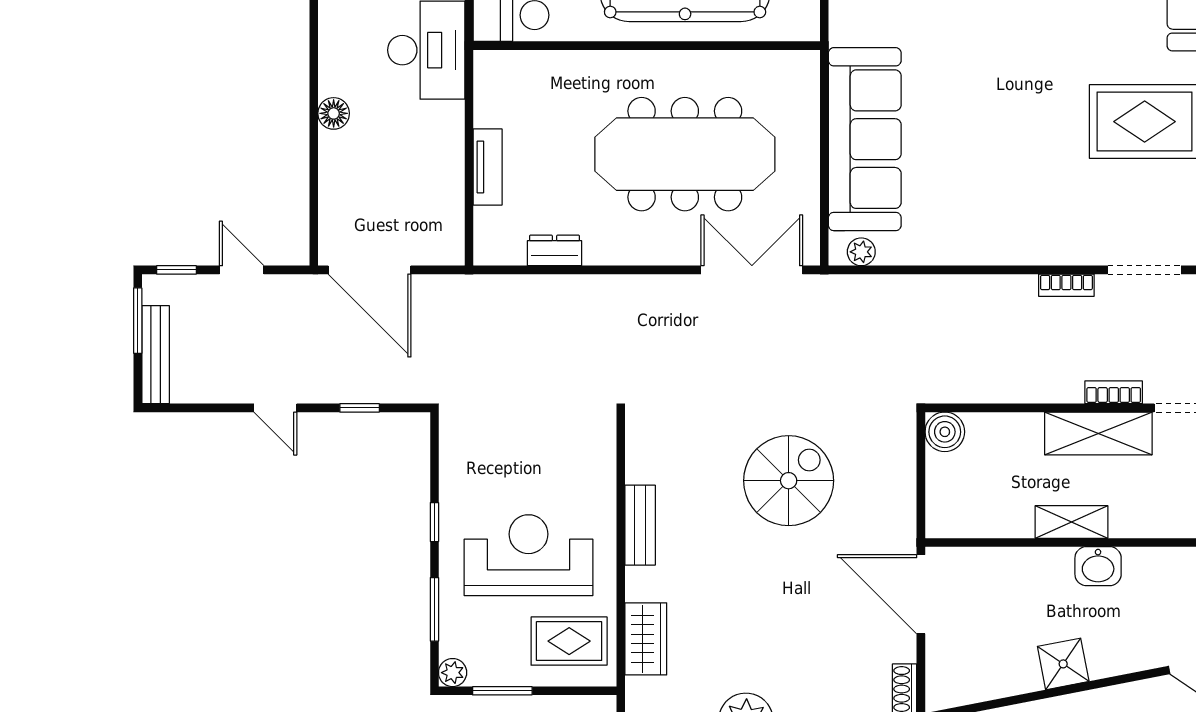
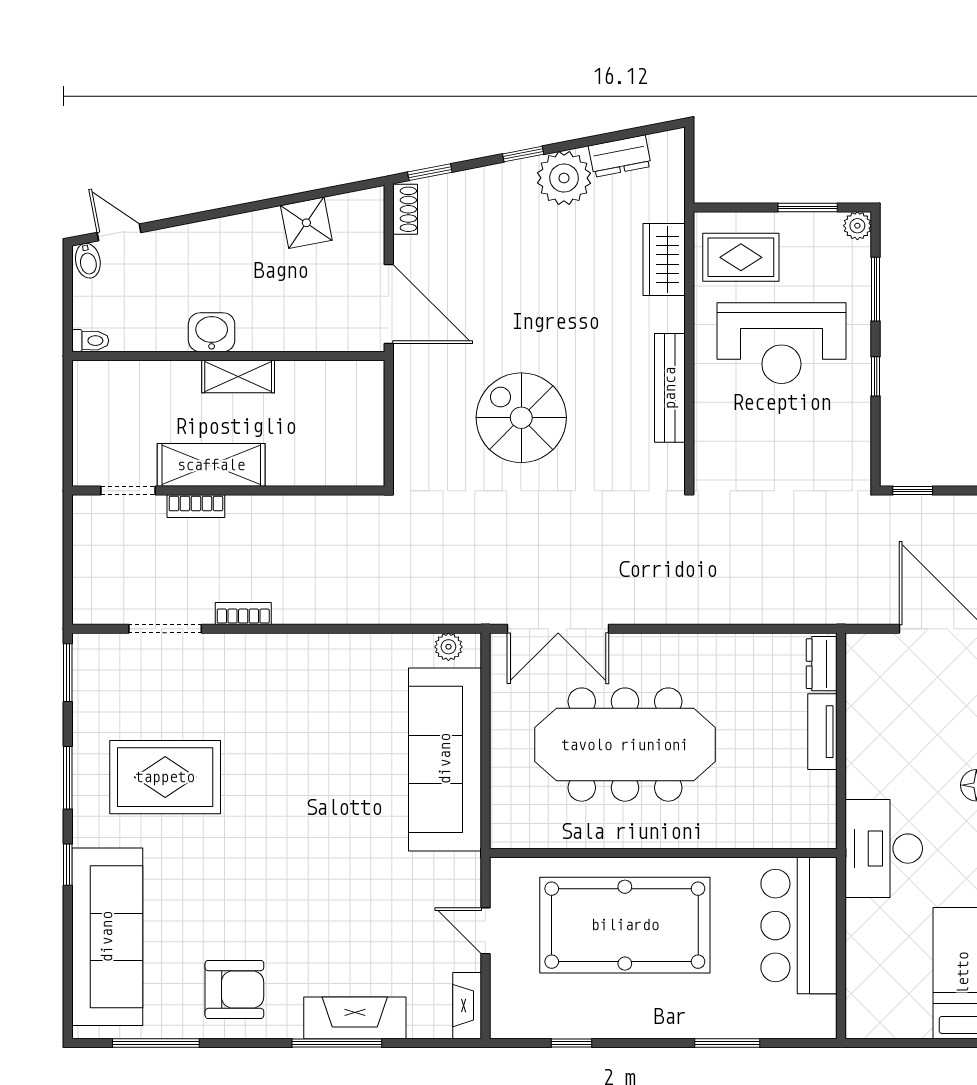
dresser: (555, 250) -> (822, 664), moved, turned 90
window: (360, 408) -> (913, 491), moved
boiler: (945, 432) -> (365, 467), removed
spiral stairs: (789, 481) -> (521, 418), turned 90
bench: (640, 525) -> (670, 388), width x1.36
shower: (1063, 664) -> (306, 223), moved

